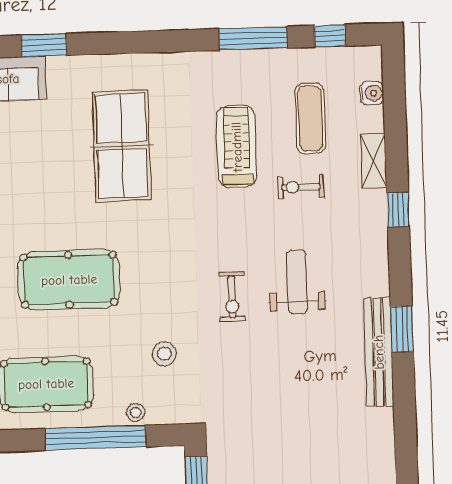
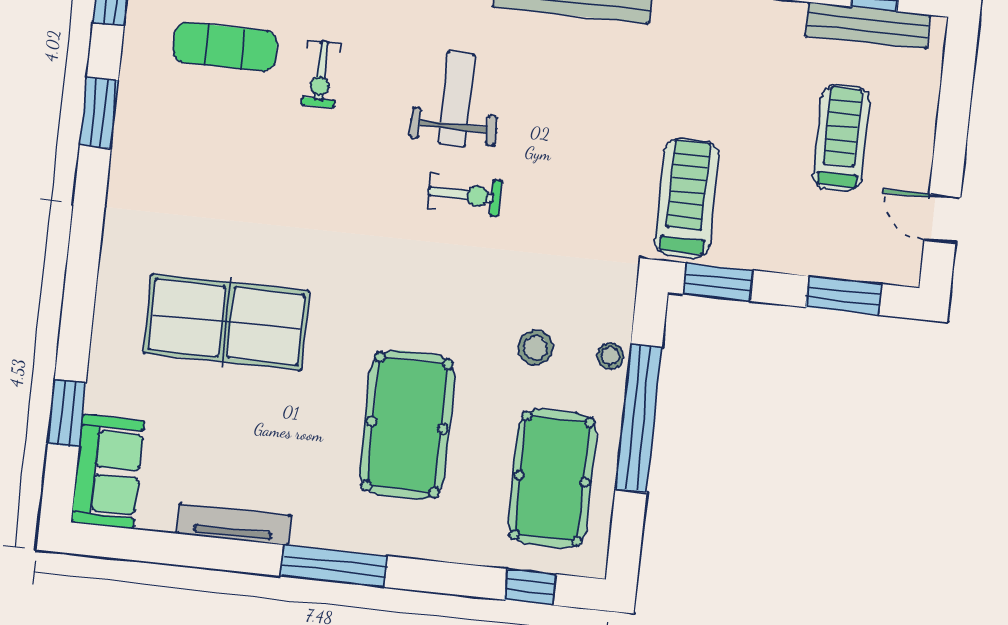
window: (253, 38) -> (99, 113), width x0.69
treadmill: (237, 147) -> (687, 198), moved, turned 90
weight bench: (297, 282) -> (456, 99), turned 90
stool: (164, 354) -> (535, 348), moved

